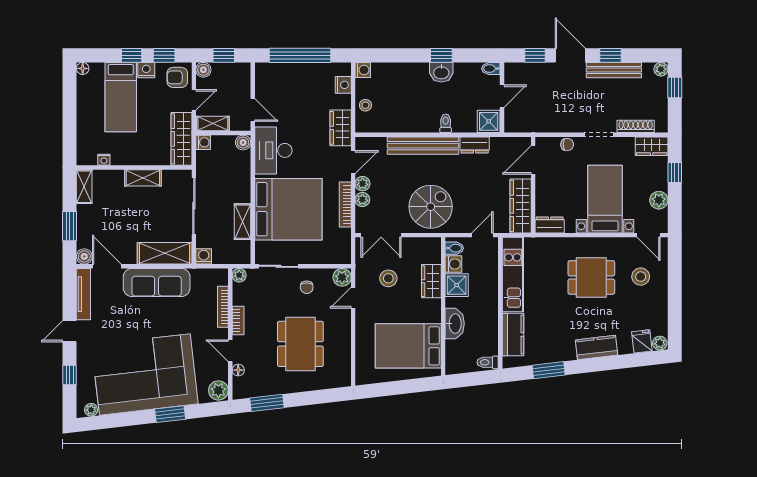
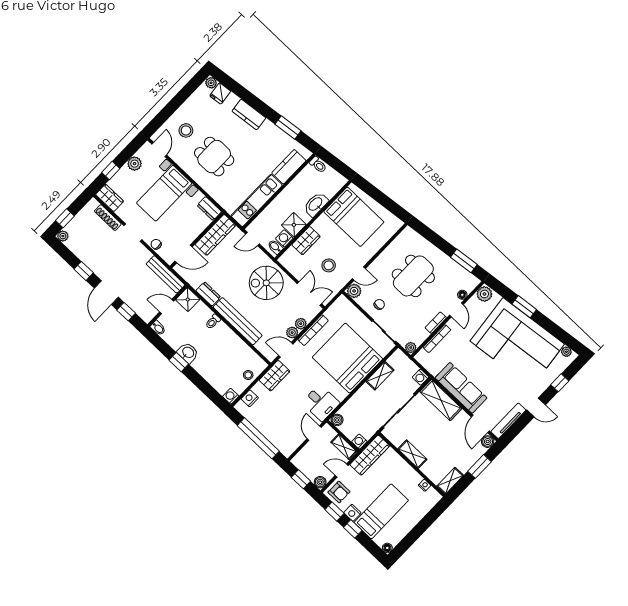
bench: (614, 70) -> (165, 274), moved
desk: (273, 150) -> (321, 403), width x0.73

